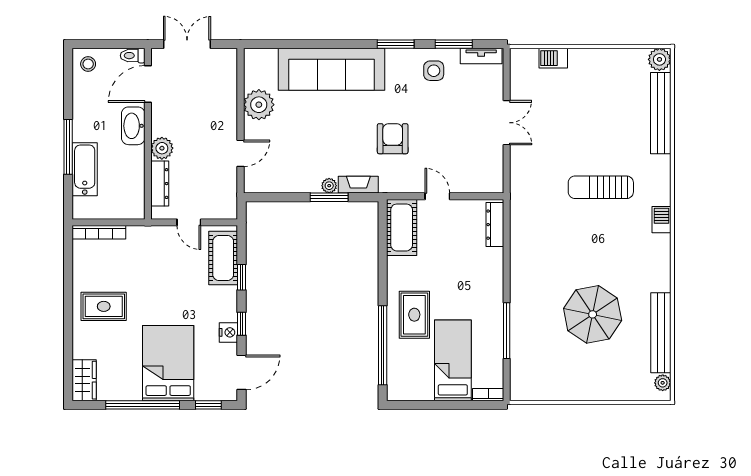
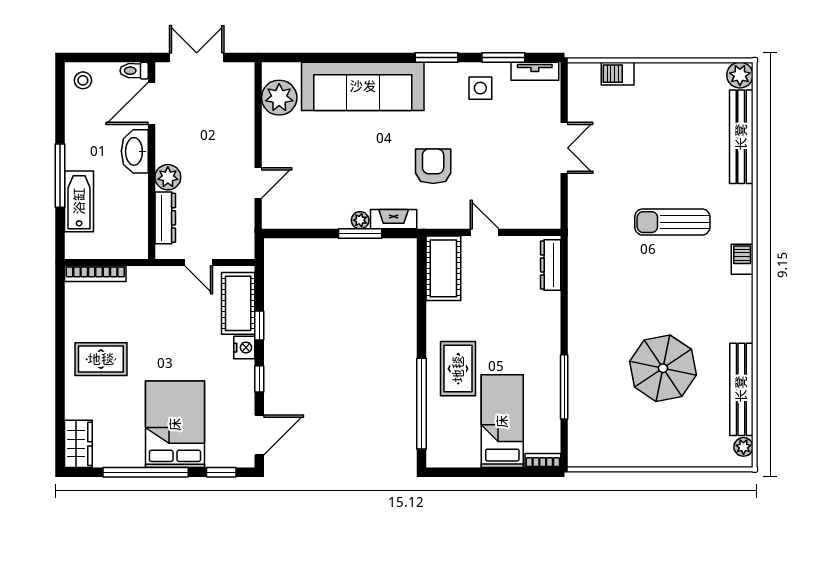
plant: (259, 105) -> (279, 98), moved
nightstand: (228, 332) -> (244, 348), moved

